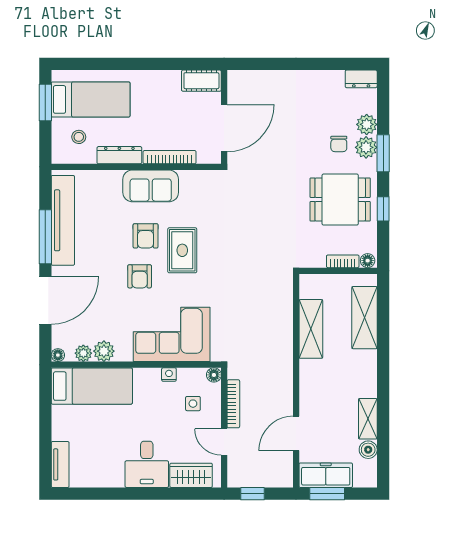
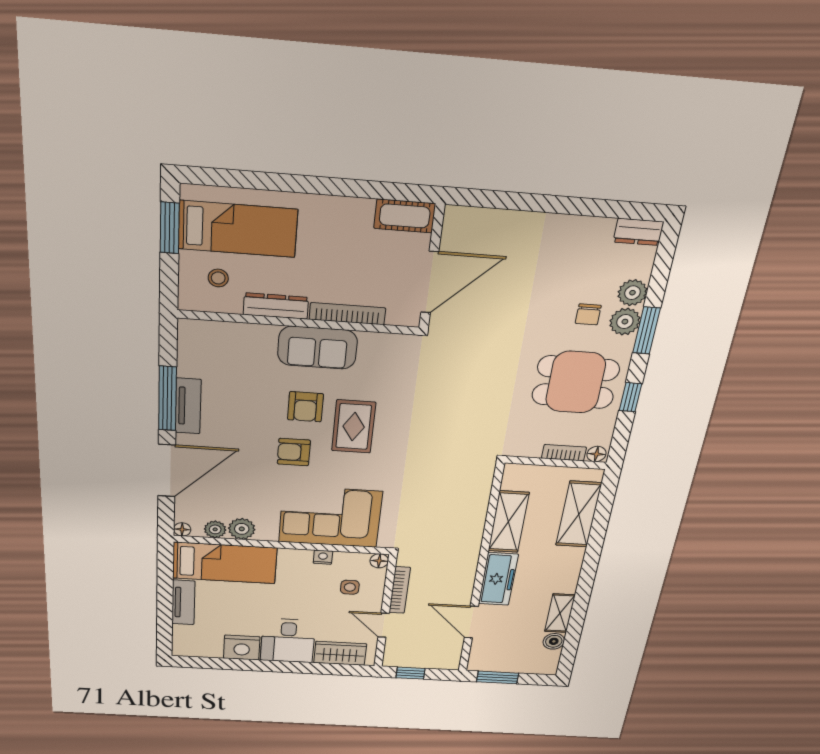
tv unit: (63, 220) -> (188, 406), width x0.52, depth x0.78
armchair: (140, 276) -> (294, 452), turned 90
door: (296, 433) -> (471, 622), hinge flipped
tv unit: (60, 464) -> (183, 602), moved
nightstand: (109, 475) -> (242, 648), added
freezer: (326, 475) -> (498, 579), moved, turned 90

